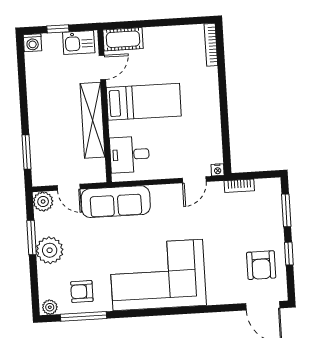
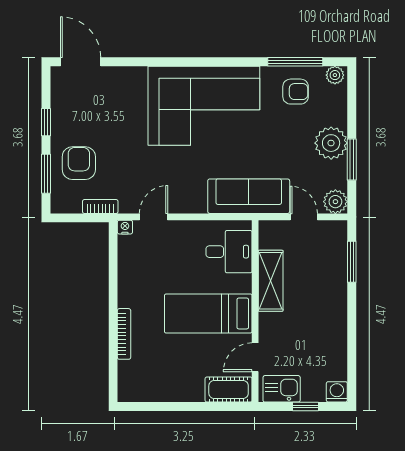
bookcase: (211, 45) -> (124, 334), moved
shelving: (93, 120) -> (271, 281), width x0.68
armchair: (261, 265) -> (79, 163), moved

